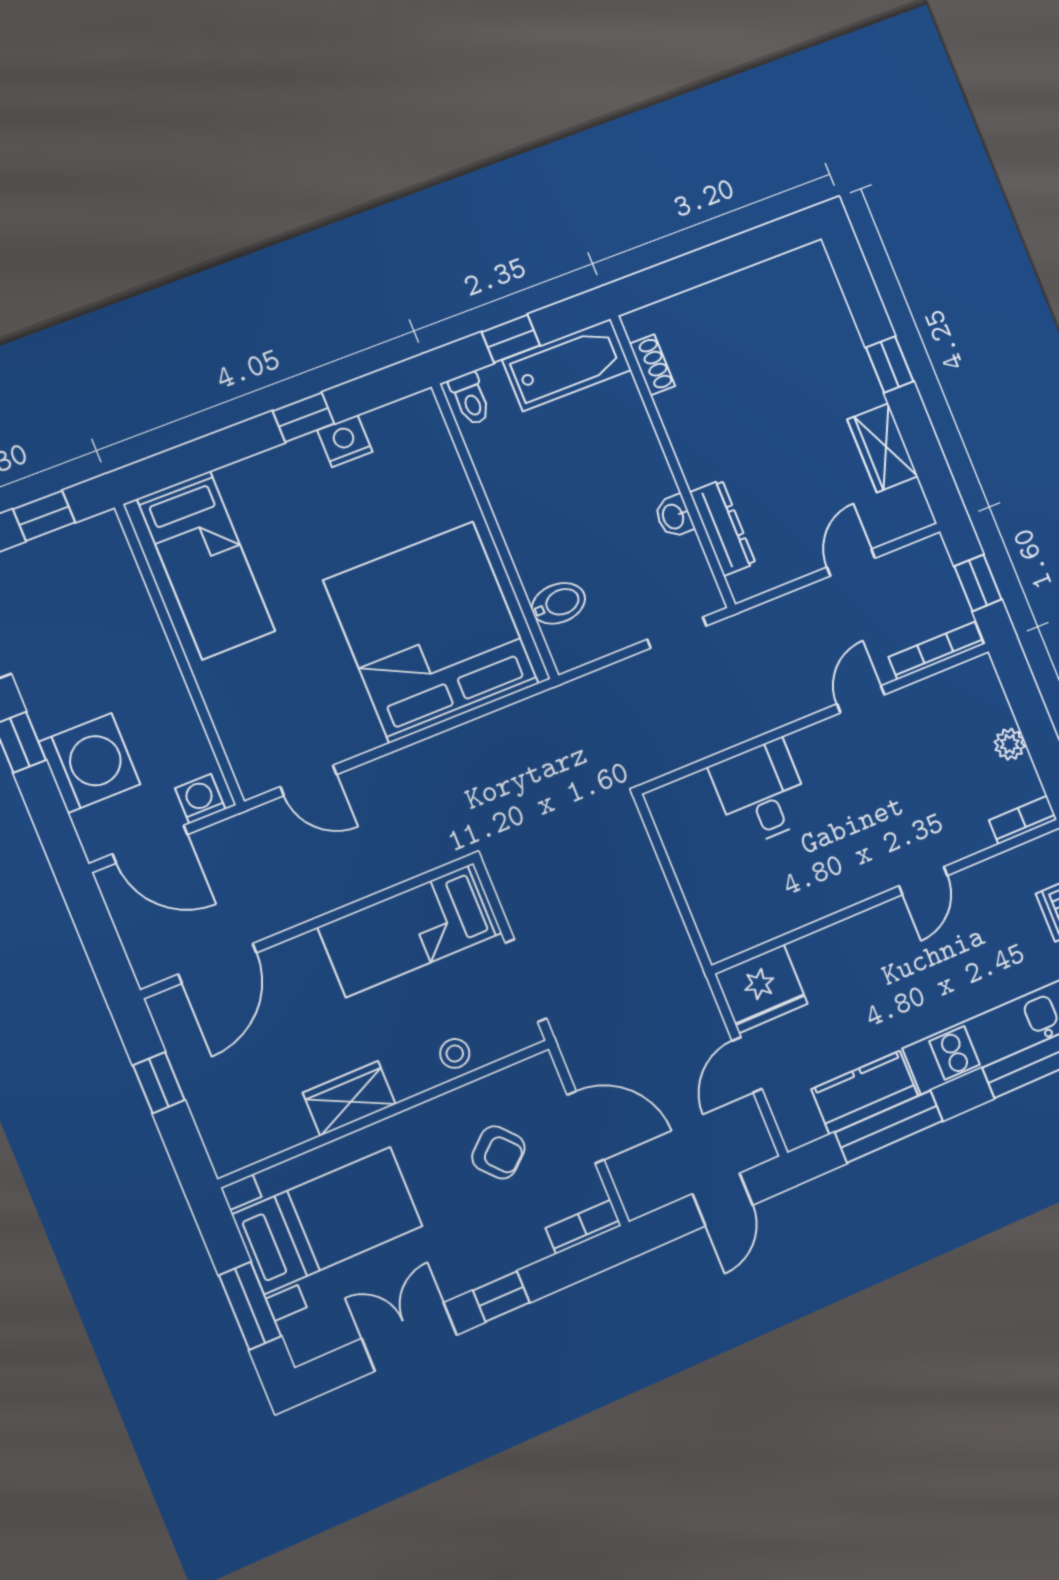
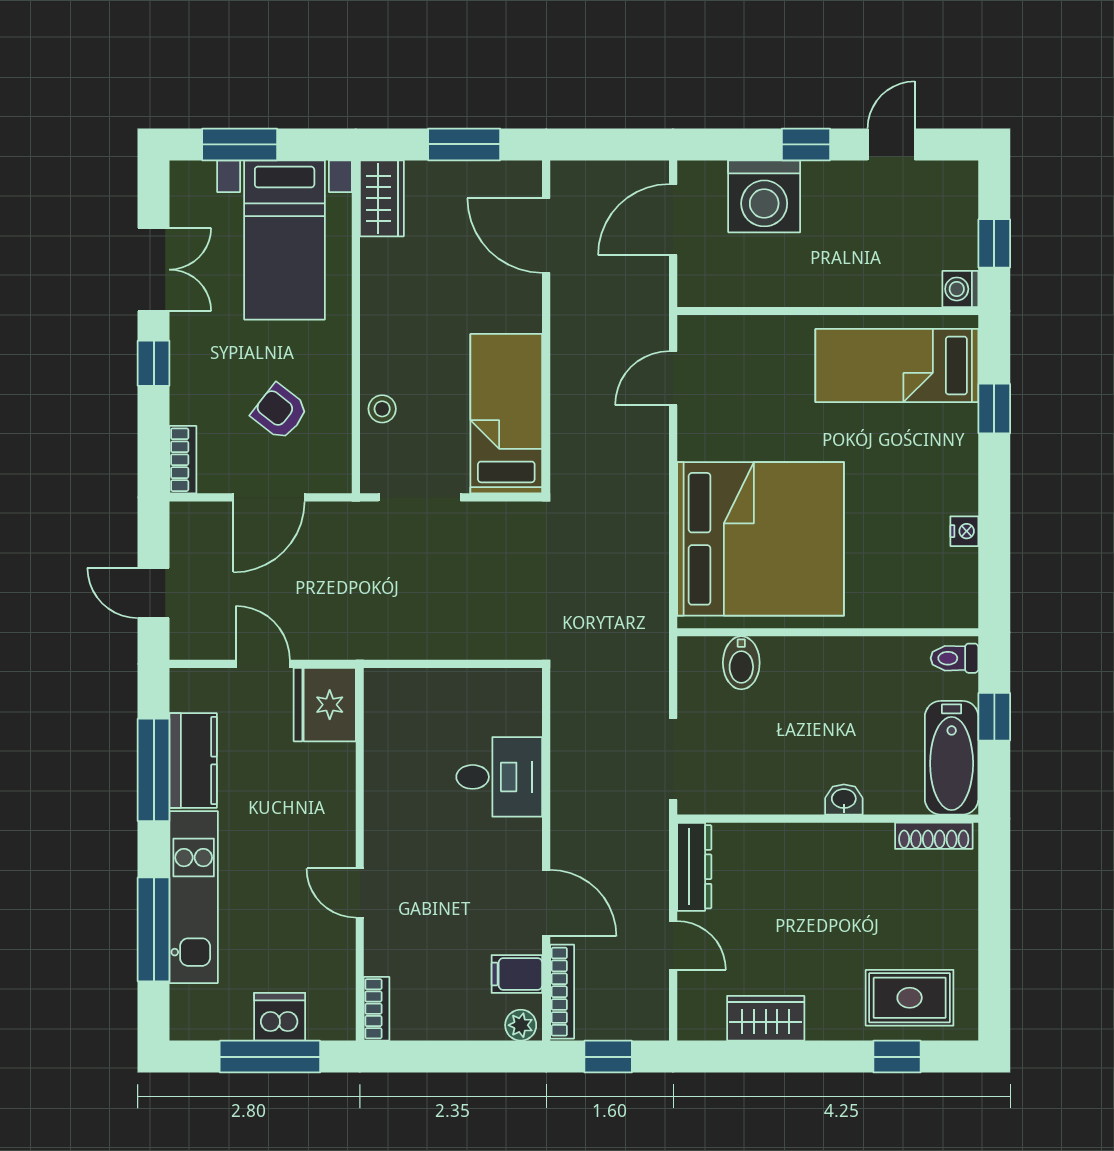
rug: (808, 319) -> (910, 998), added
window: (890, 364) -> (897, 1057), moved
shoe rack: (652, 365) -> (934, 836), width x1.43
window: (304, 417) -> (994, 409), moved
nightstand: (345, 441) -> (964, 531), width x0.72, depth x0.74
washbasin: (674, 516) -> (844, 799), moved
dresser: (723, 528) -> (694, 867), moved, turned -90
doorway: (677, 633) -> (673, 759), width x1.38
door: (861, 699) -> (546, 903), width x1.38
filing cabinet: (937, 700) -> (517, 974), added
plant: (1010, 744) -> (521, 1025), moved
washing machine: (200, 799) -> (960, 289), moved, turned 180
window: (159, 1083) -> (464, 144), width x1.50
wardrobe: (349, 1098) -> (382, 198), moved
armchair: (498, 1152) -> (280, 412), turned 80

